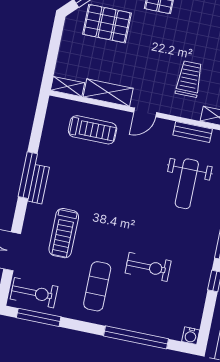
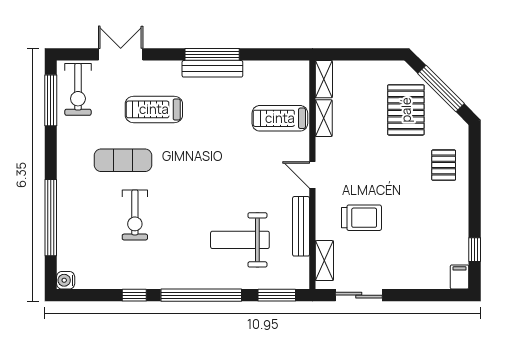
shelving: (108, 93) -> (324, 118), width x0.67, depth x0.75
treadmill: (93, 130) -> (280, 118), turned 90
bench: (193, 132) -> (301, 226), width x1.36
bench: (38, 184) -> (212, 69), width x1.36
exercise mat: (97, 286) -> (123, 160), moved

